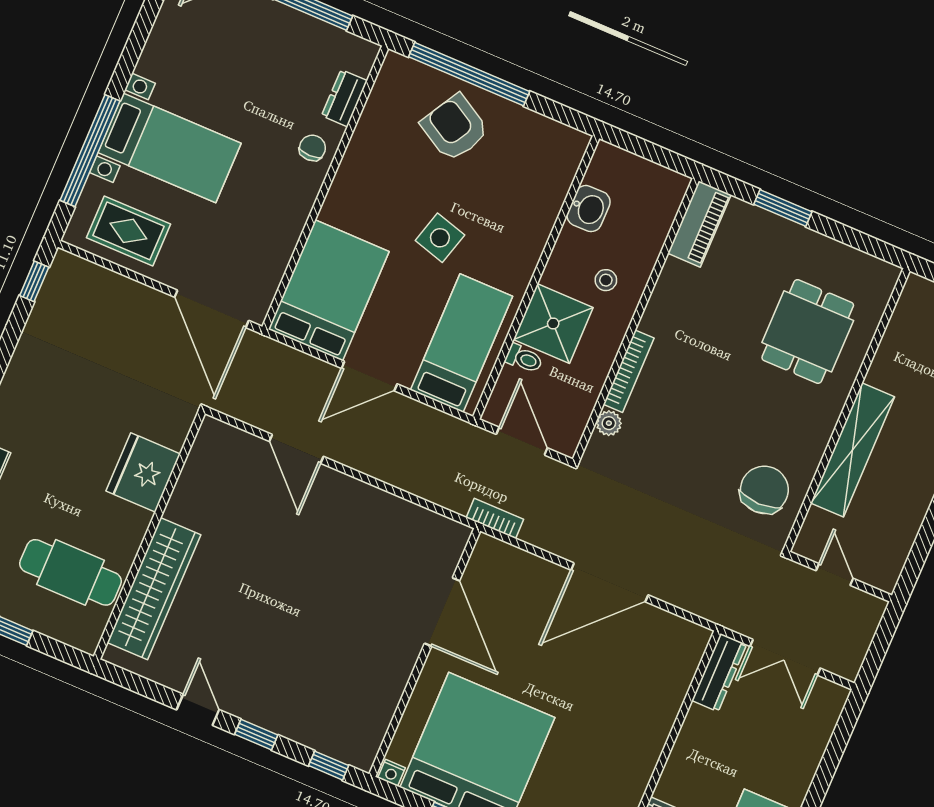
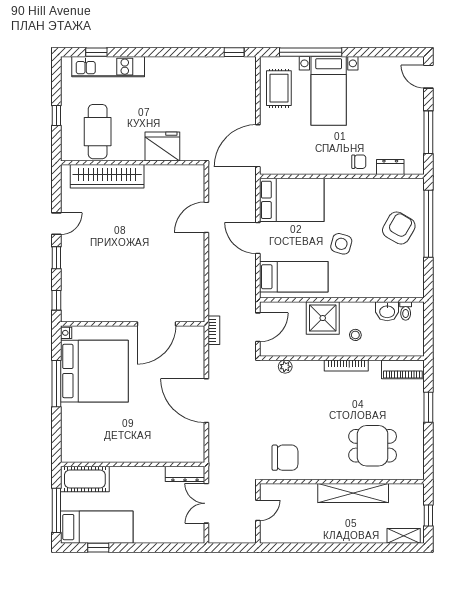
toilet: (524, 359) -> (406, 311), moved
bookcase: (629, 371) -> (346, 365), moved
shelving: (853, 450) -> (353, 493), moved

